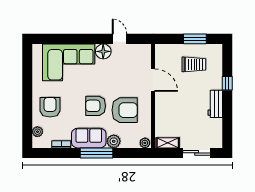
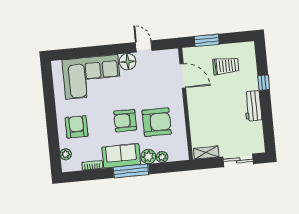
window: (195, 39) -> (207, 40), moved
door: (153, 80) -> (183, 76), moved
plant: (145, 143) -> (162, 157), moved

